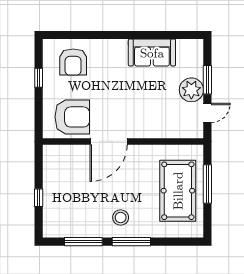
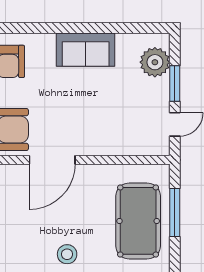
sofa: (152, 53) -> (86, 50), moved
plant: (191, 90) -> (155, 62), moved

